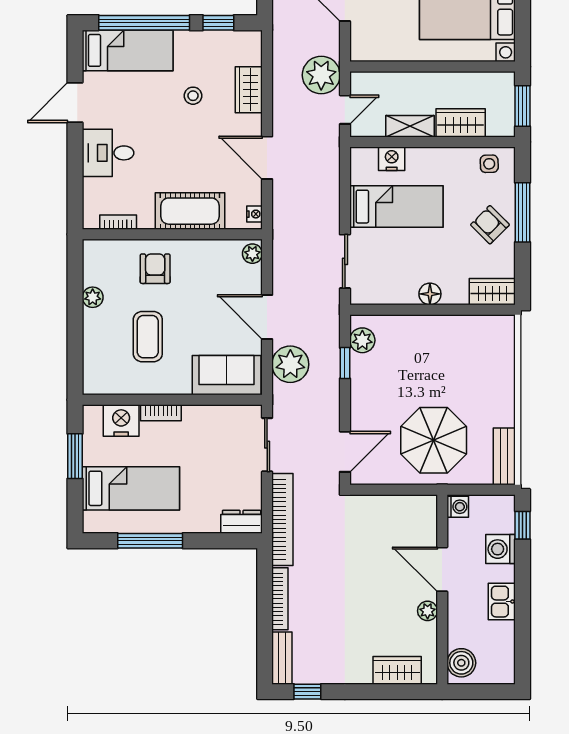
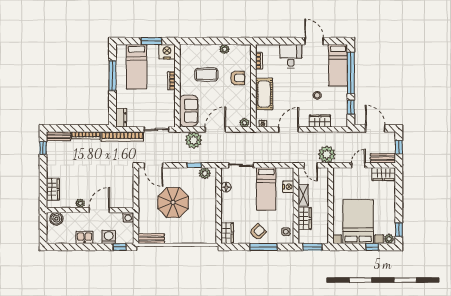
floor lamp: (430, 294) -> (226, 187), moved
nightstand: (121, 420) -> (167, 52), moved, turned -90
parasol: (434, 440) -> (173, 202), moved

